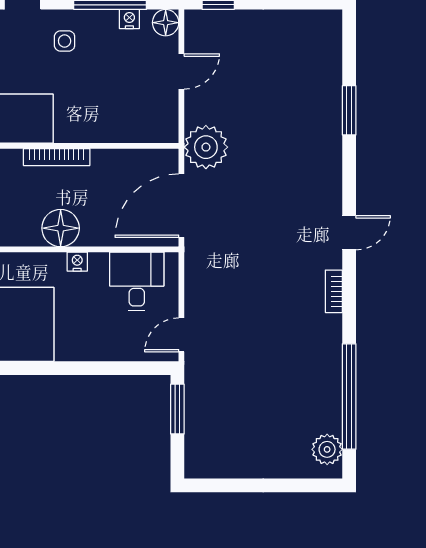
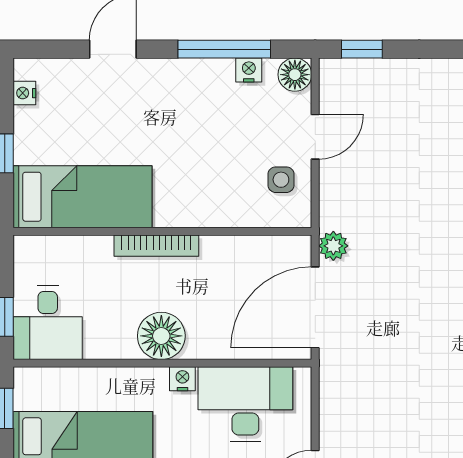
side table: (65, 41) -> (281, 180), moved
plant: (206, 147) -> (333, 246), width x0.53, depth x0.53
desk: (137, 281) -> (245, 404), width x1.37

